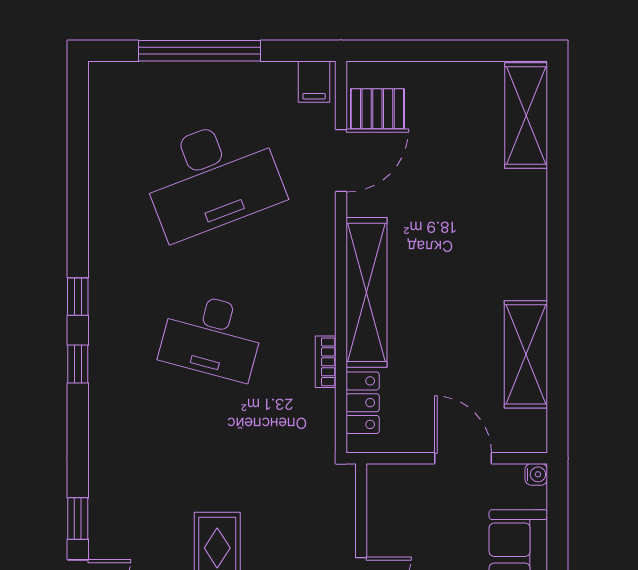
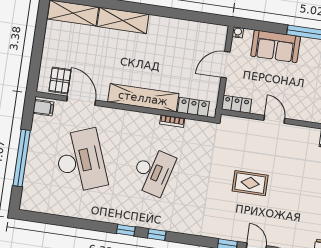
shelving: (526, 354) -> (123, 20), moved
locker: (382, 494) -> (237, 104), added

